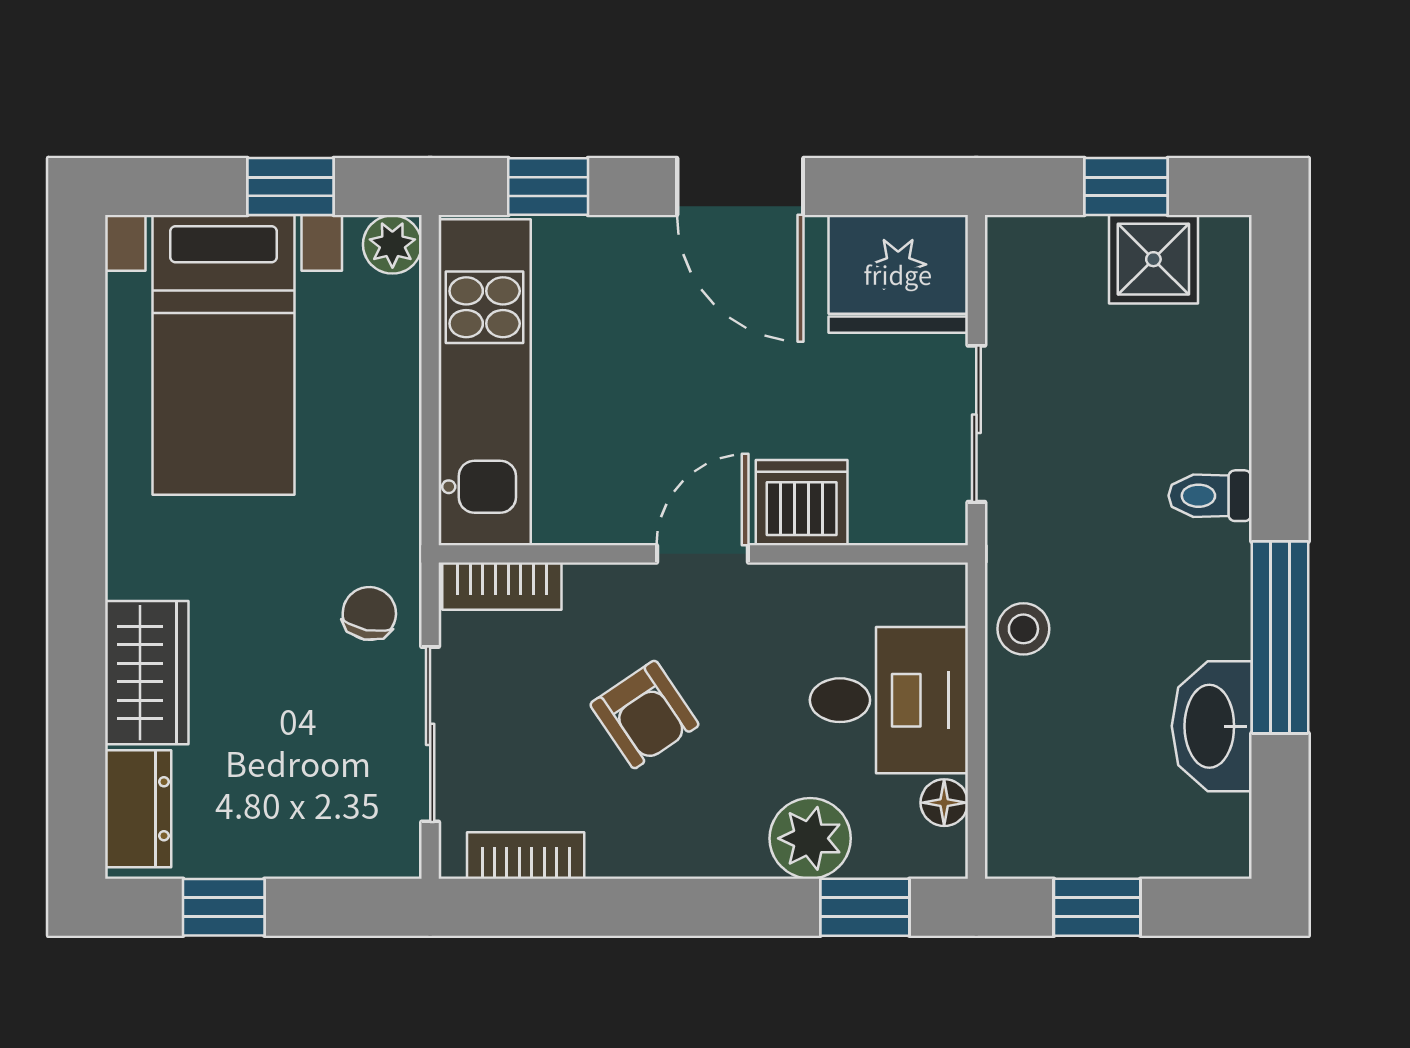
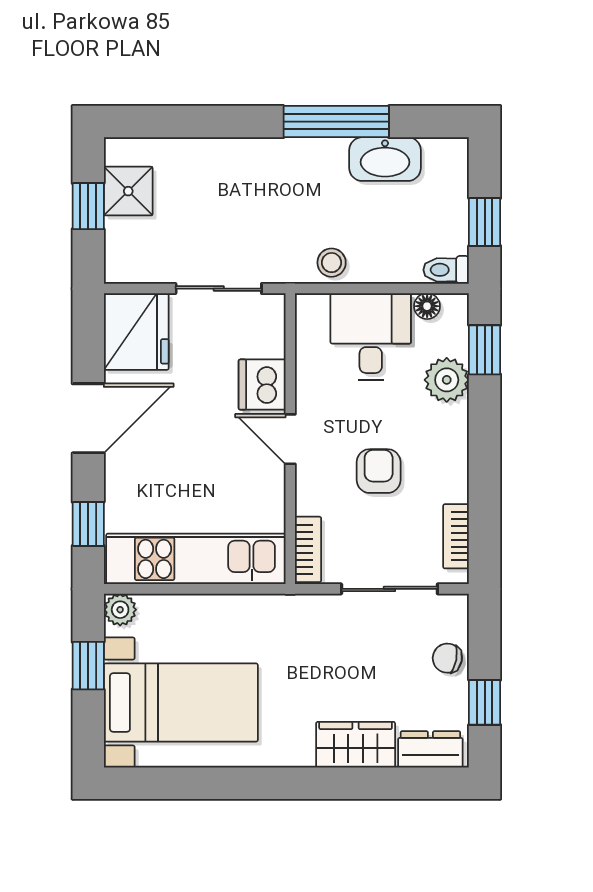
toilet: (1210, 496) -> (446, 270), moved, turned 90
chair: (369, 613) -> (447, 658), moved
armchair: (644, 715) -> (379, 471), turned -56

